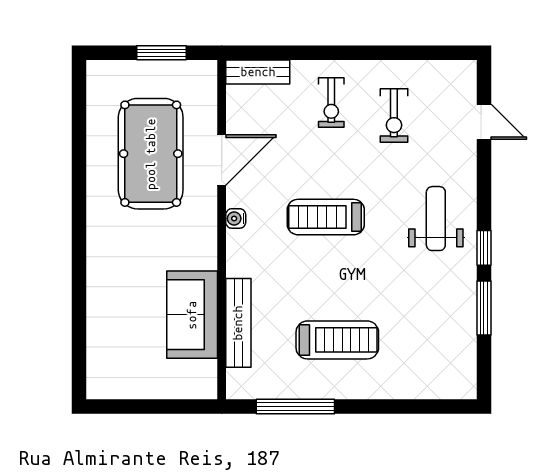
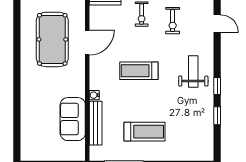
water cooler: (236, 218) -> (94, 95), moved
window: (484, 308) -> (217, 116), width x0.67

